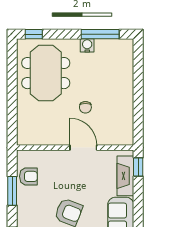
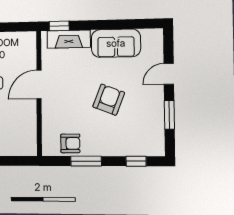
armchair: (28, 176) -> (70, 143), turned 90

